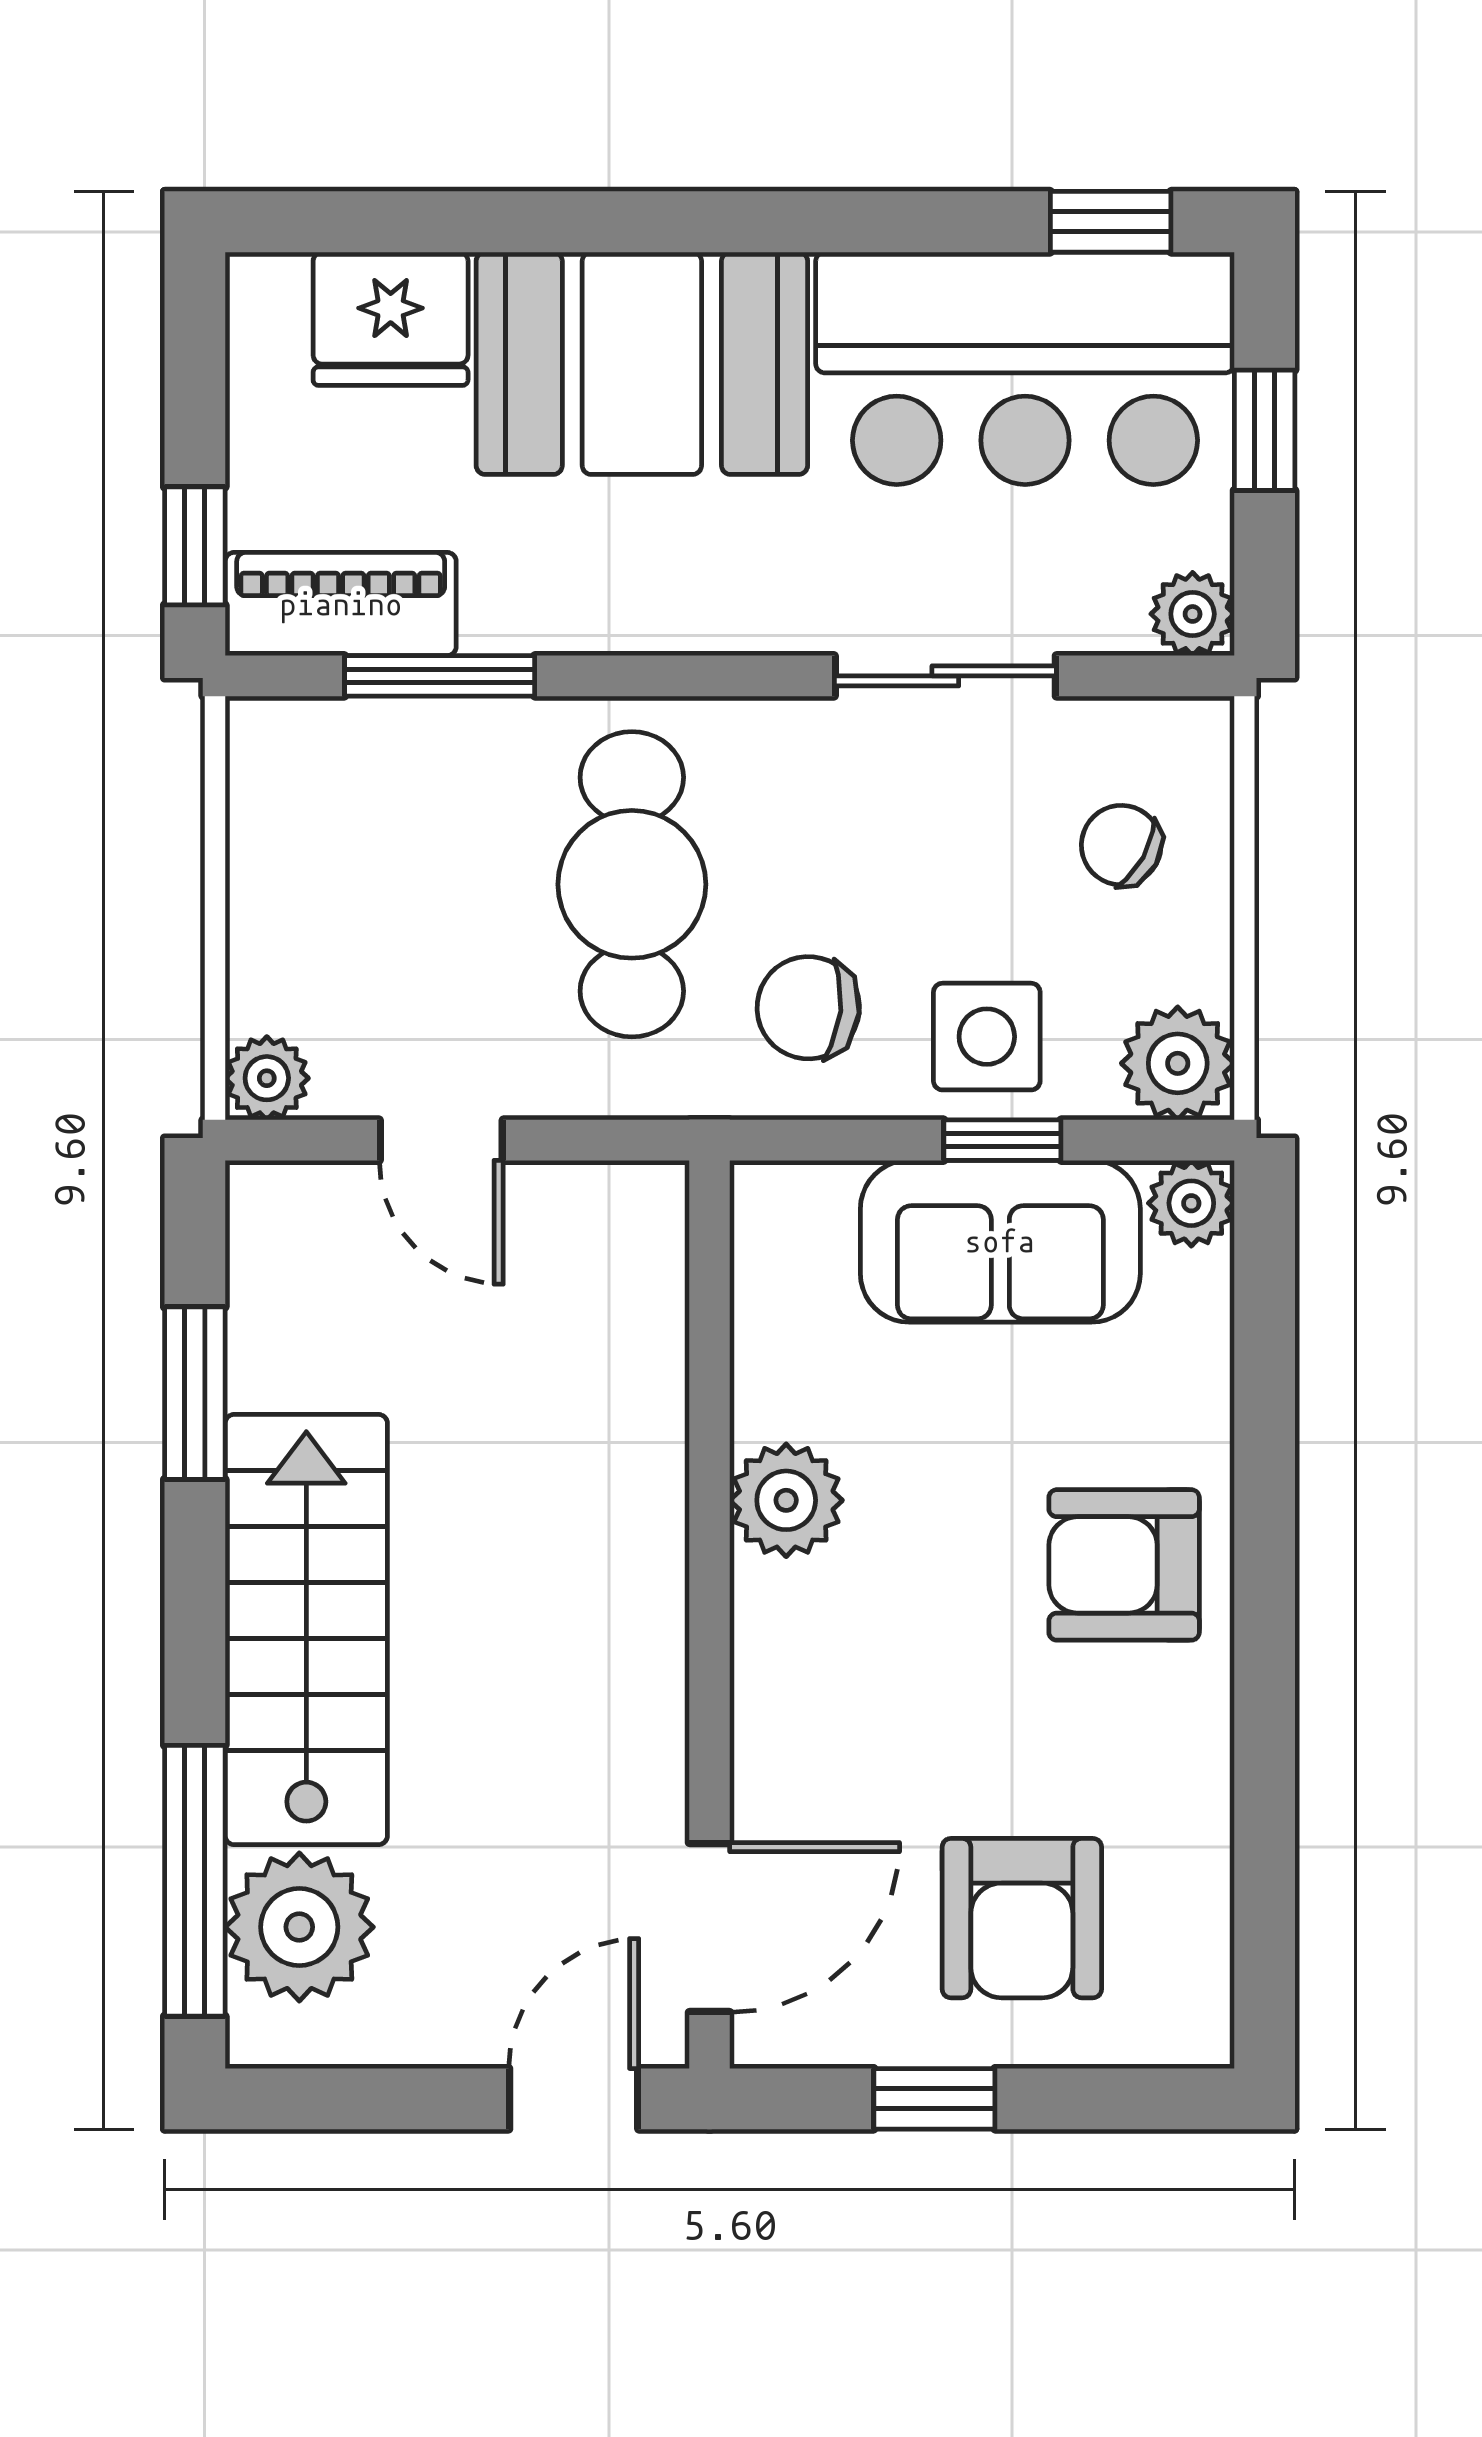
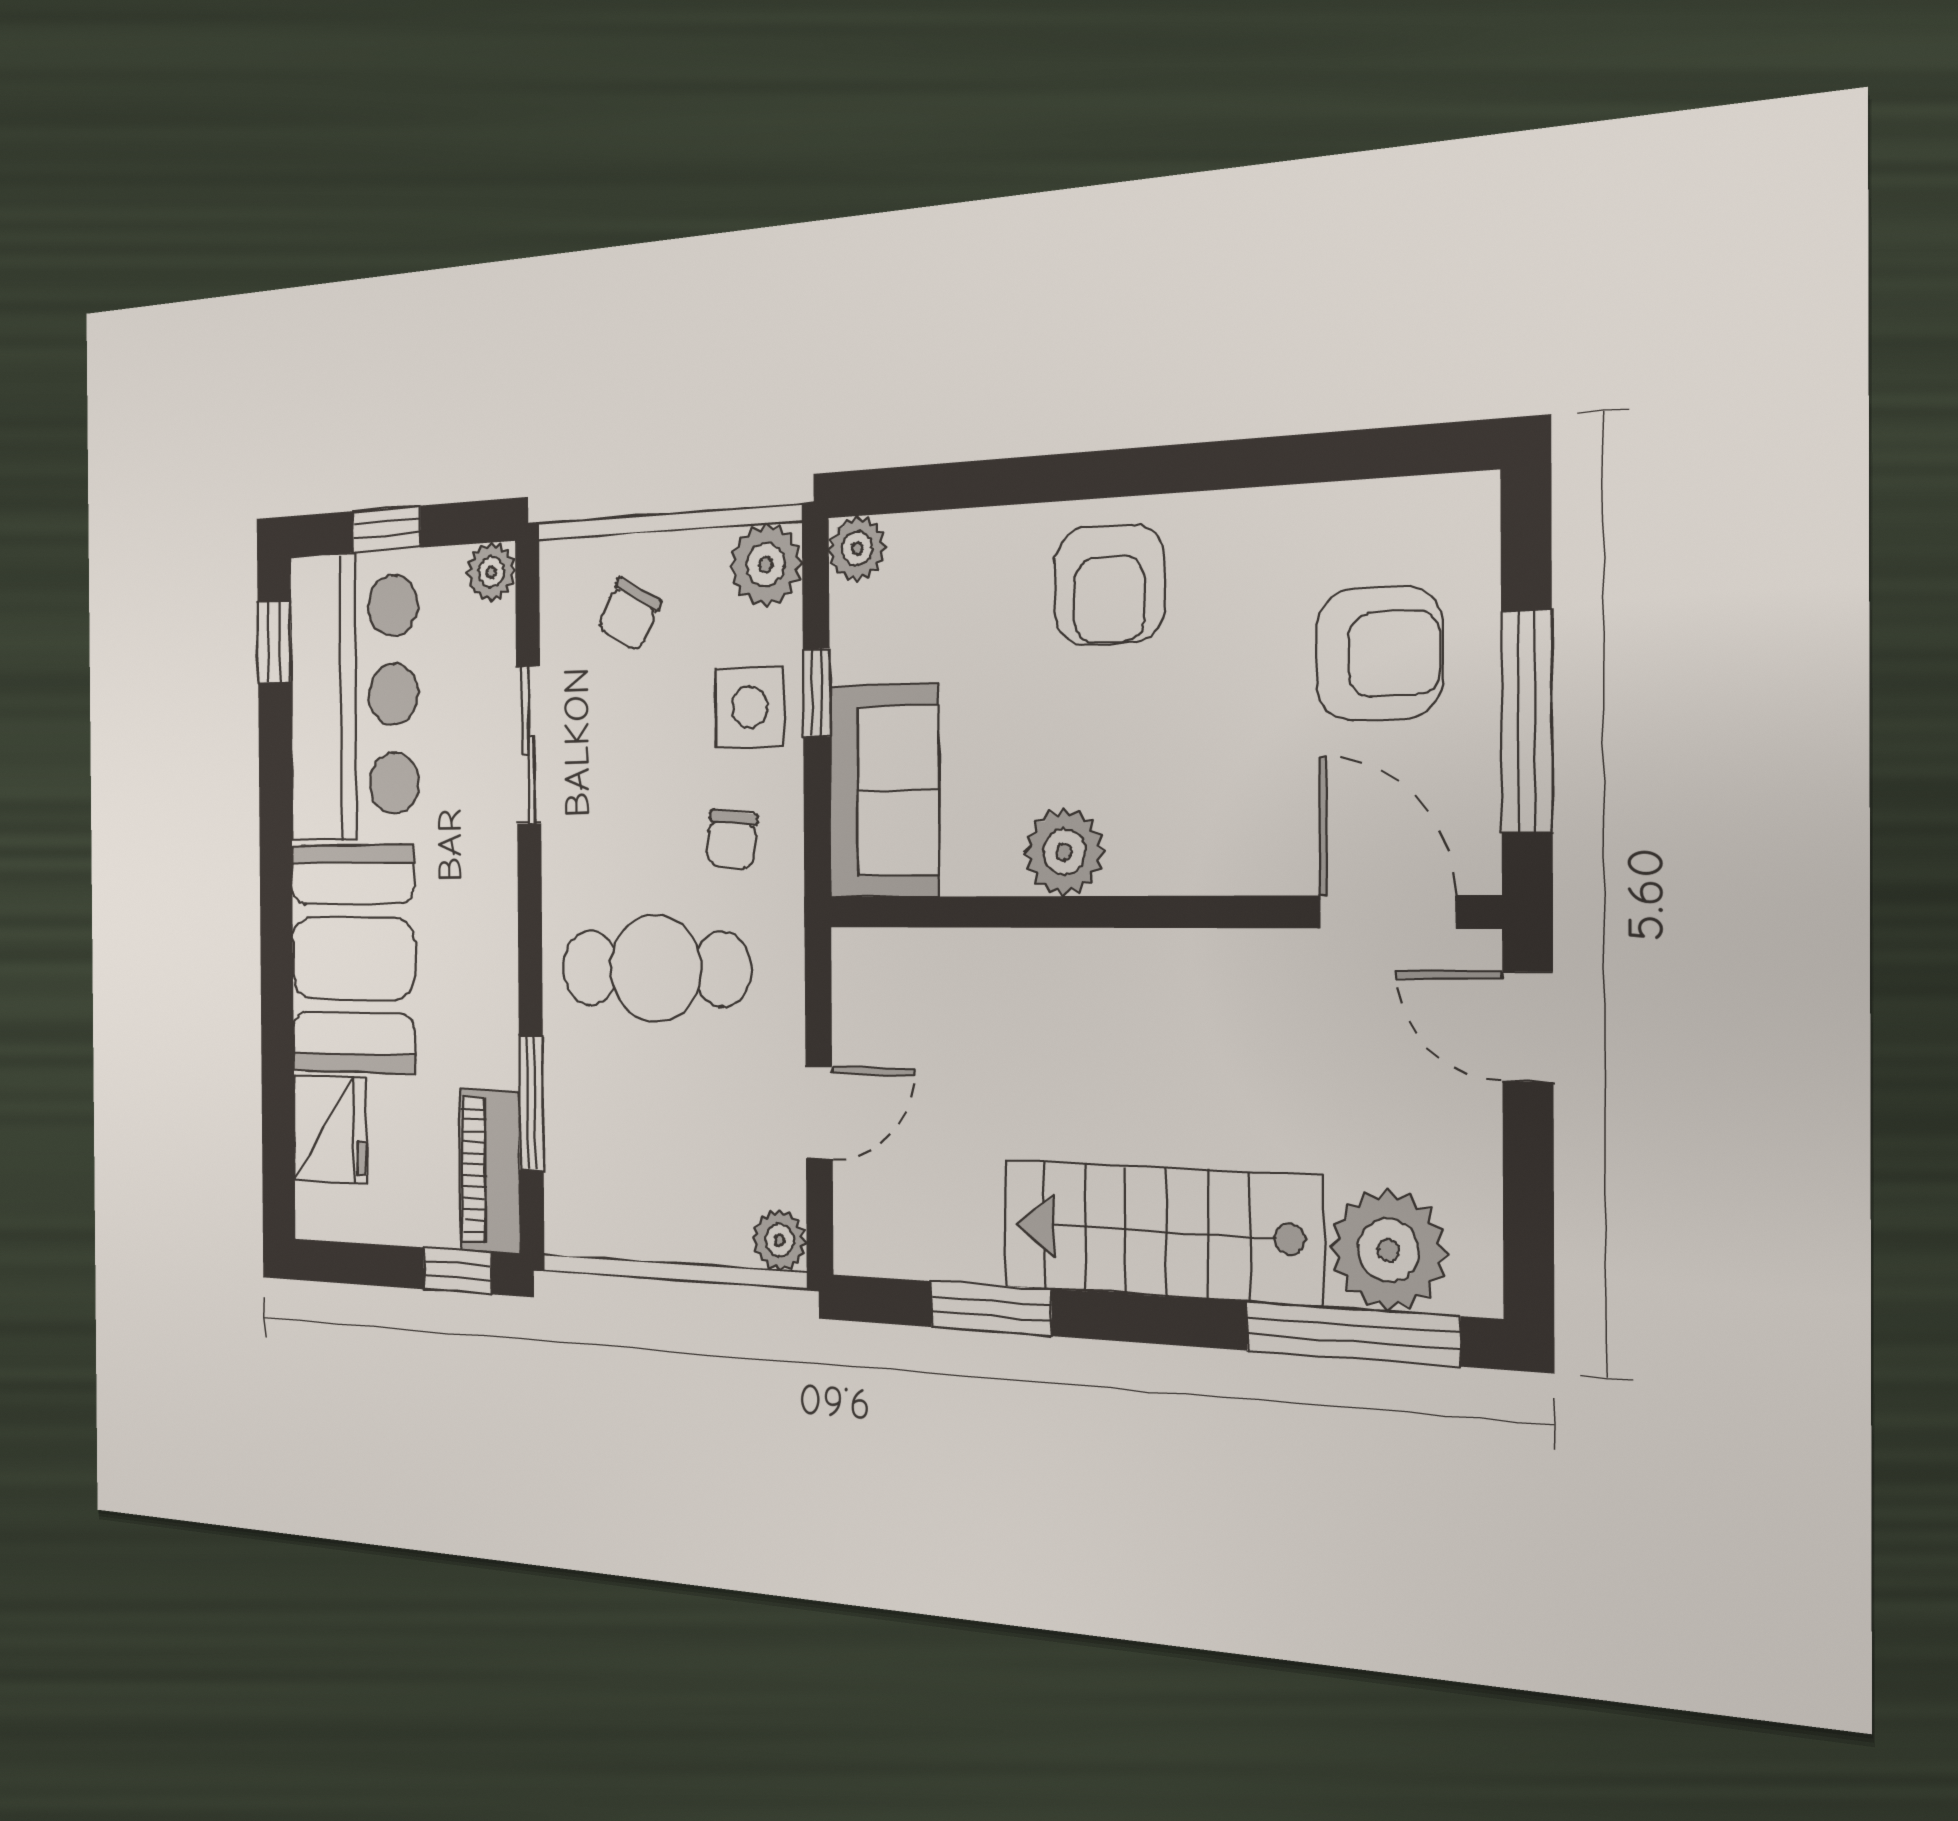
chair: (808, 1008) -> (732, 839), width x0.73, depth x0.73
sofa: (1000, 1241) -> (884, 791), moved
window: (934, 2099) -> (1527, 722), width x2.17

